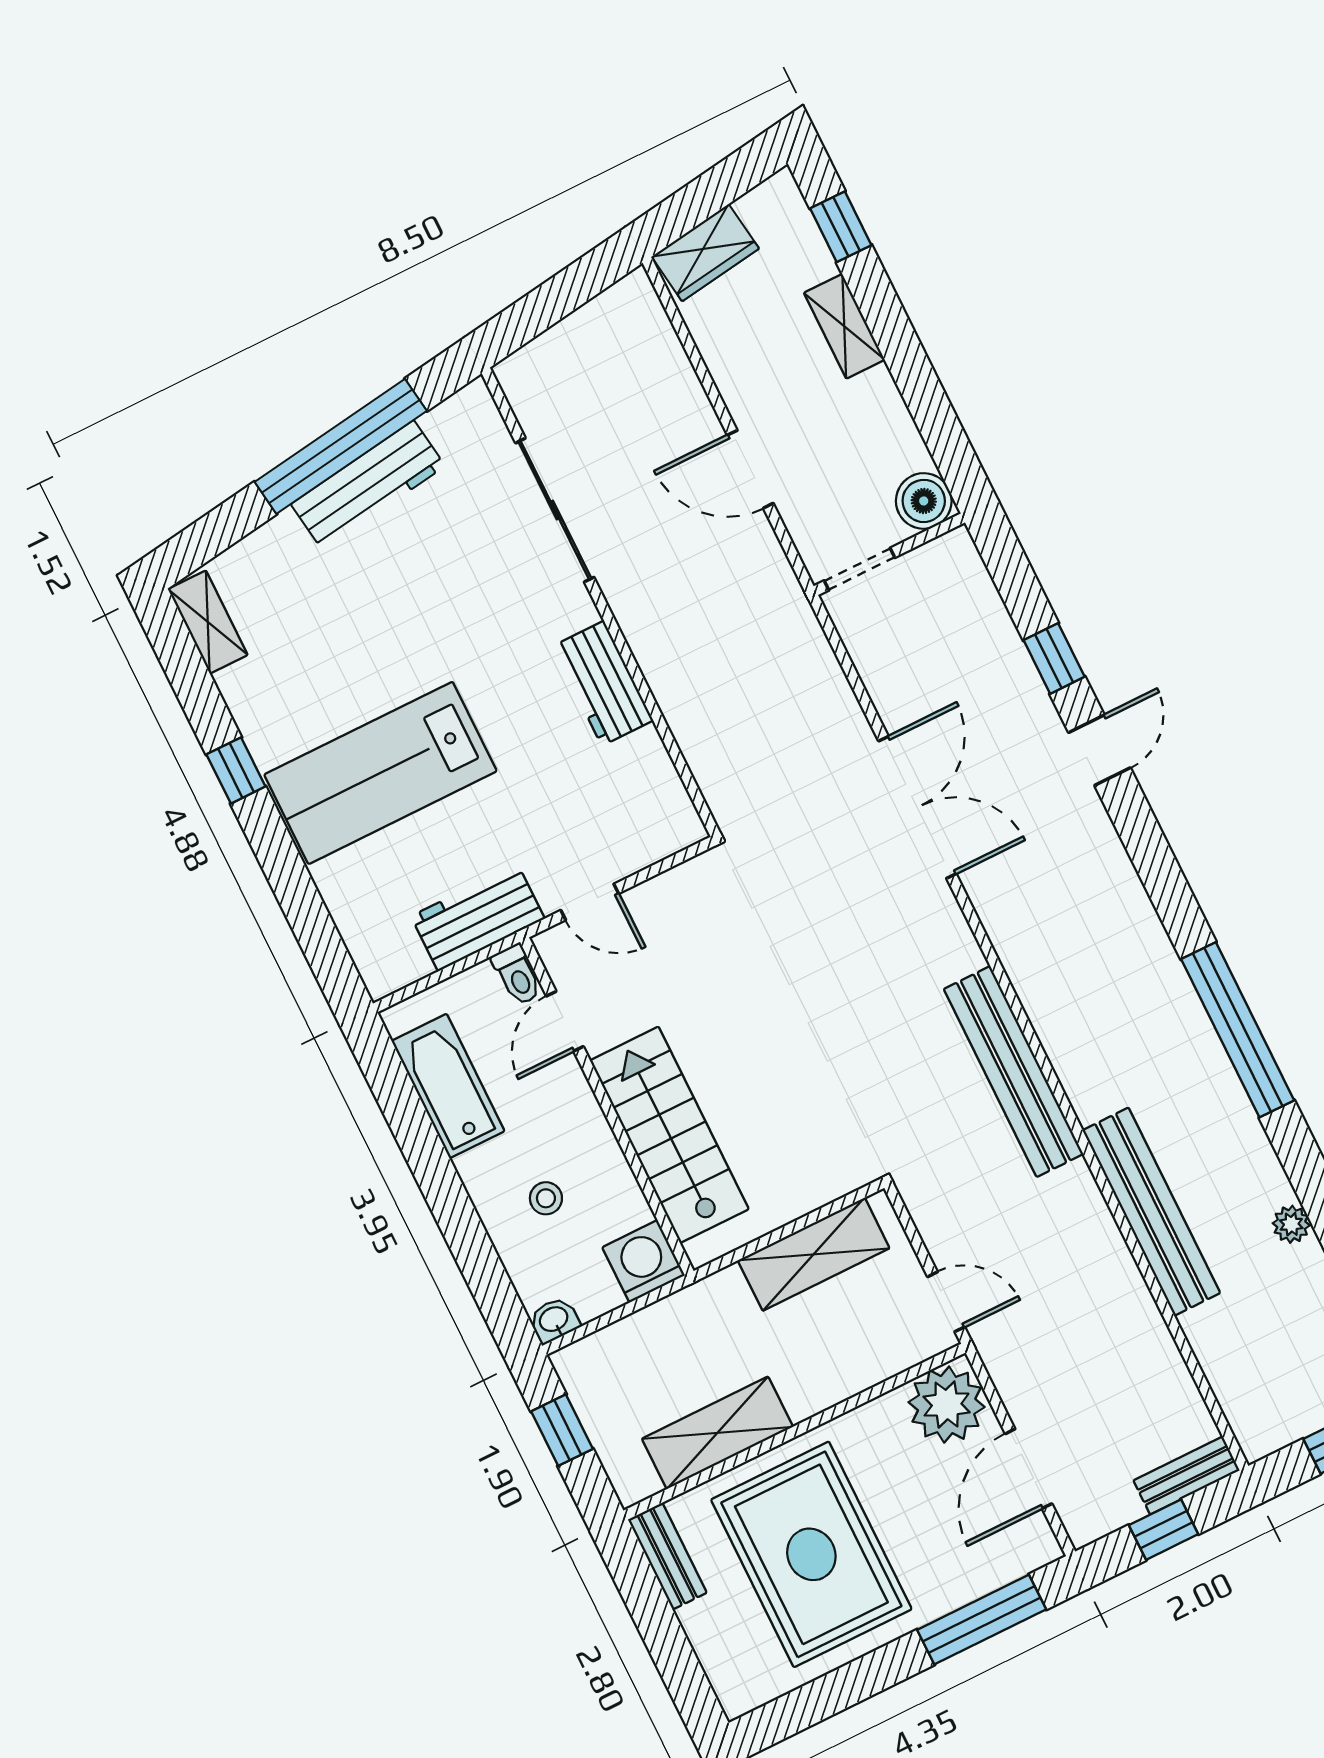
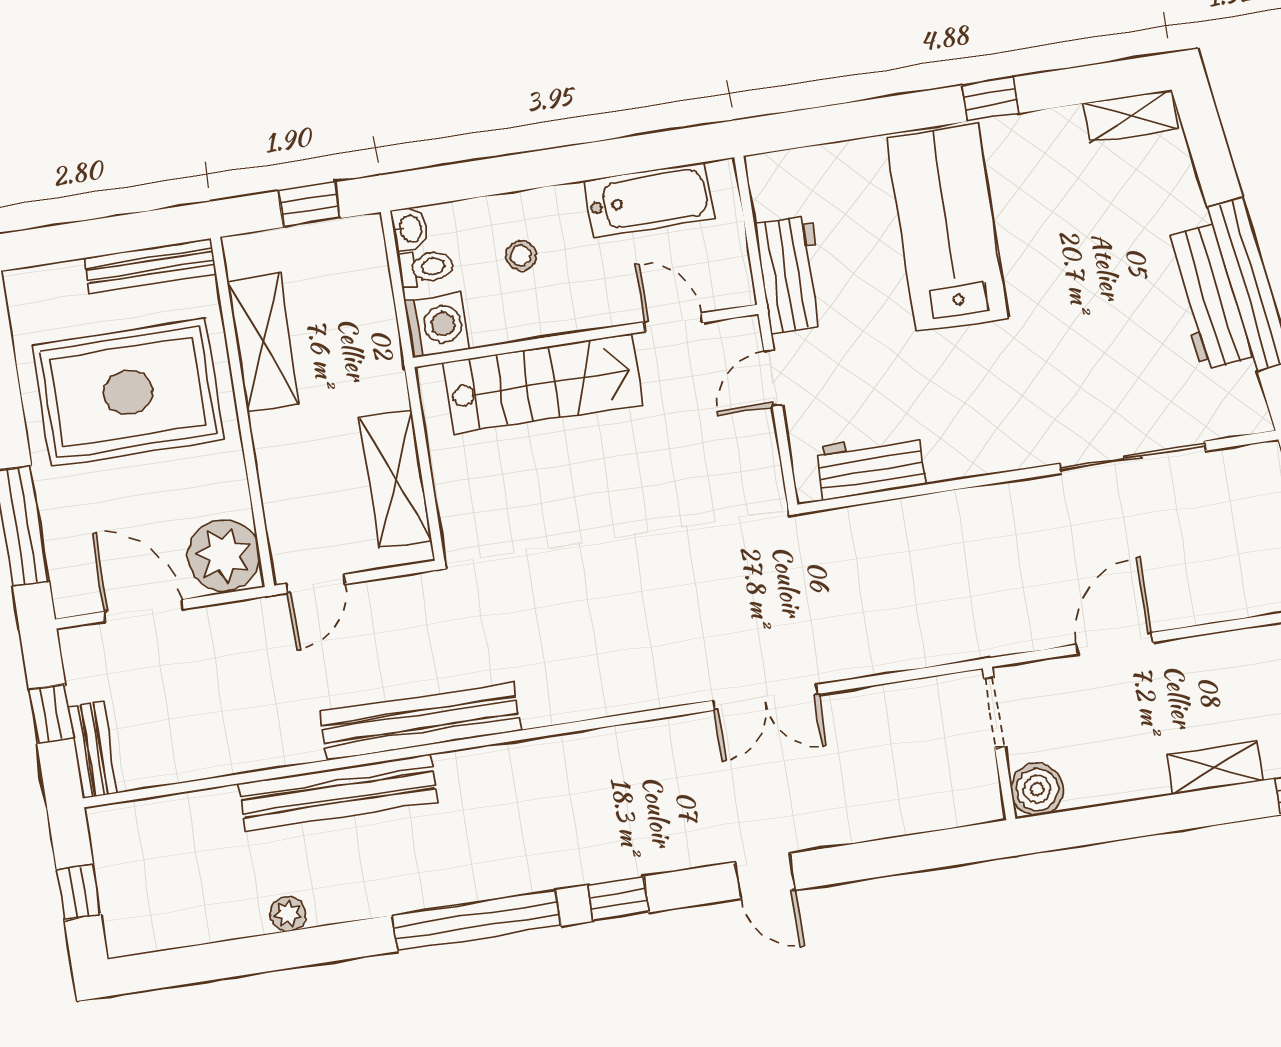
window: (1054, 658) -> (619, 899), moved
workbench: (603, 683) -> (871, 466), moved
double door: (917, 807) -> (765, 697), width x0.73
toilet: (517, 975) -> (426, 267), moved, turned 180
bench: (1013, 1072) -> (420, 721), moved
bench: (667, 1556) -> (150, 266), width x1.36

